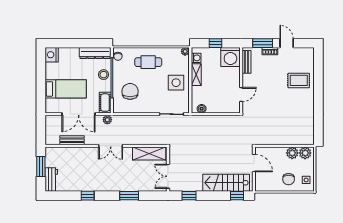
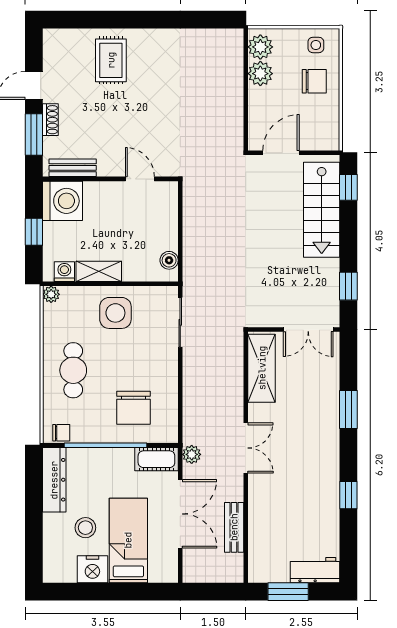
nightstand: (52, 55) -> (92, 569), moved
stool: (104, 75) -> (85, 528), moved
chair: (130, 91) -> (133, 408), turned -90

